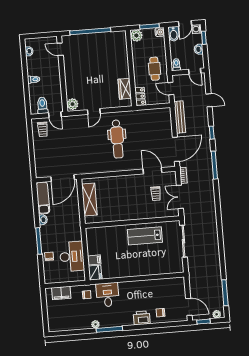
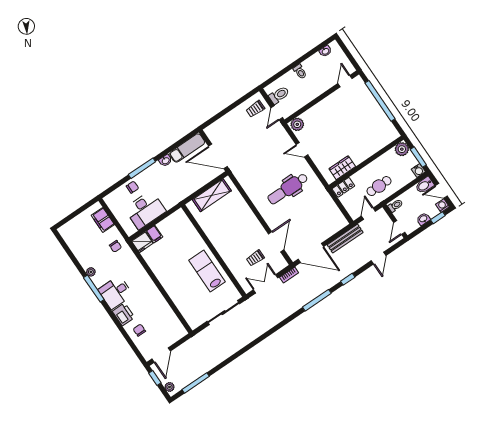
desk: (108, 295) -> (116, 292), moved, turned 180

